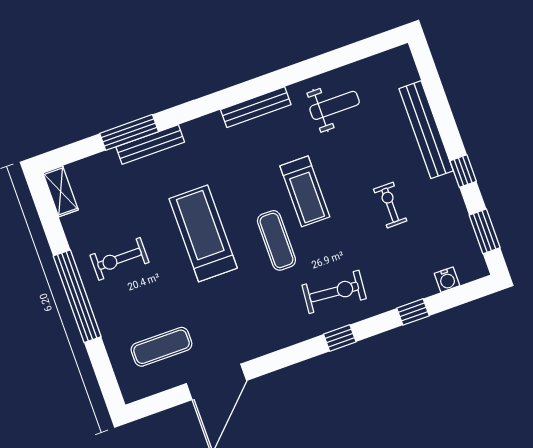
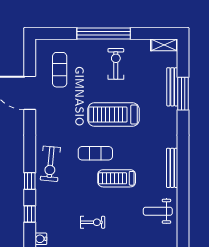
weight bench: (335, 105) -> (158, 211), turned 90
bench: (150, 144) -> (172, 87), moved
treadmill: (203, 233) -> (113, 115), turned 180
exercise bike: (334, 292) -> (50, 164), moved
window: (340, 338) -> (30, 181), moved

